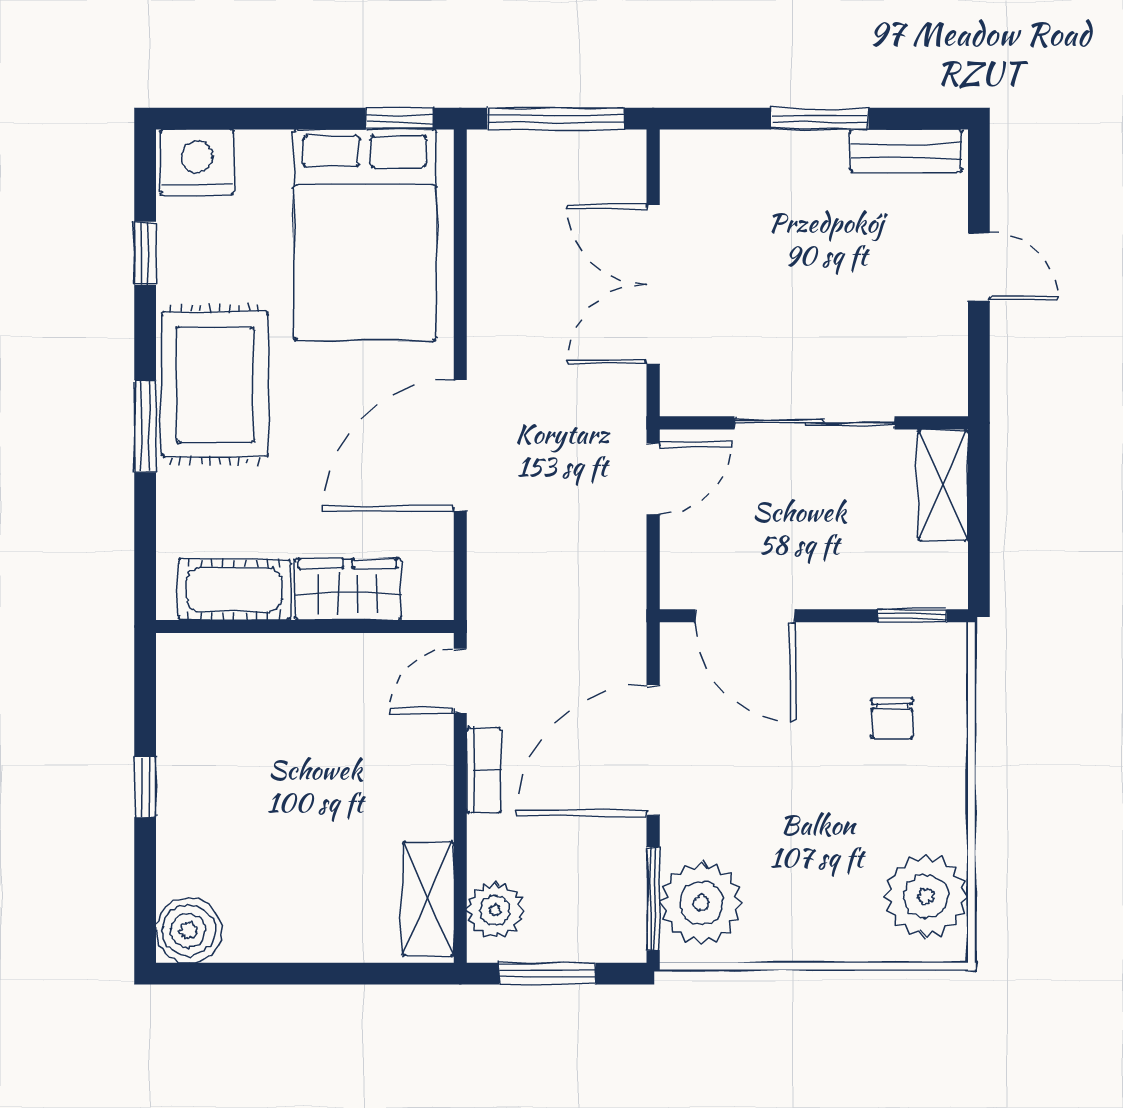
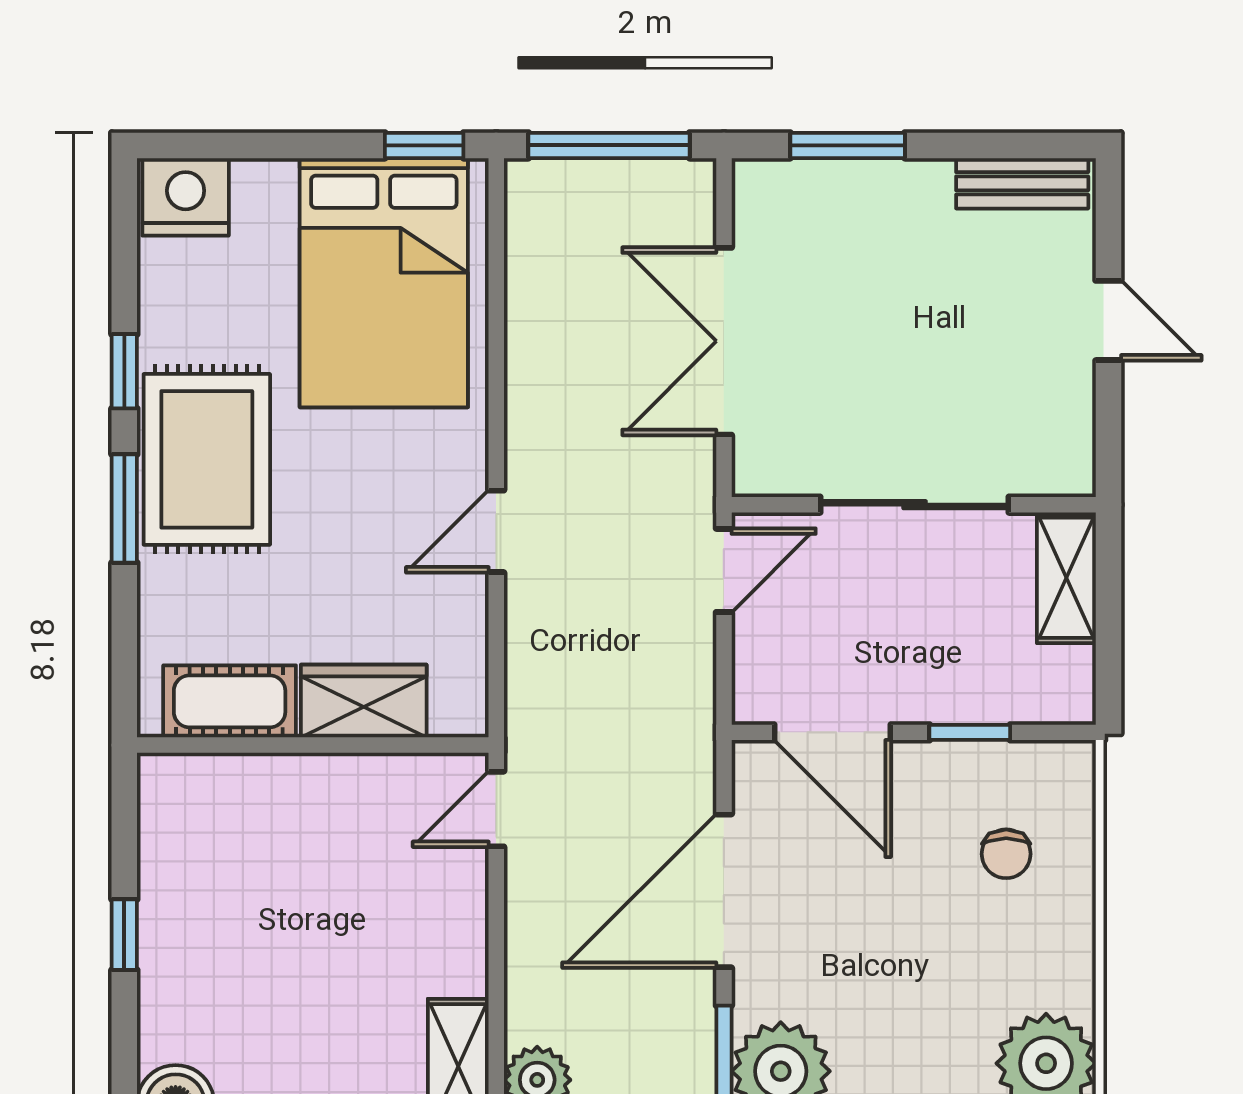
window: (820, 119) -> (848, 145), moved
window: (145, 253) -> (124, 371), moved
door: (460, 445) -> (496, 531), width x0.53
window: (912, 616) -> (970, 732), moved
bookcase: (484, 770) -> (524, 915), removed

